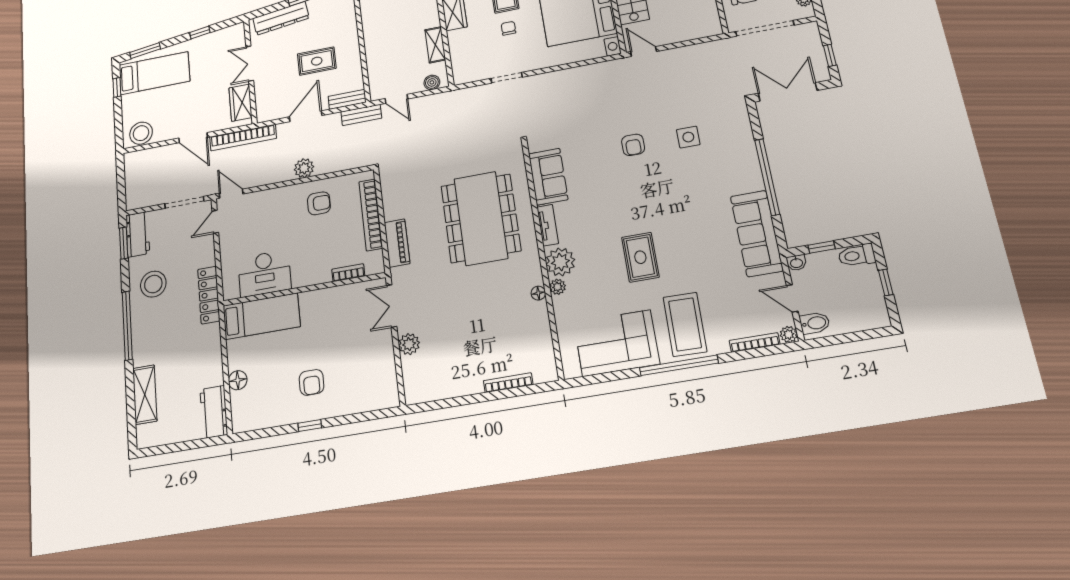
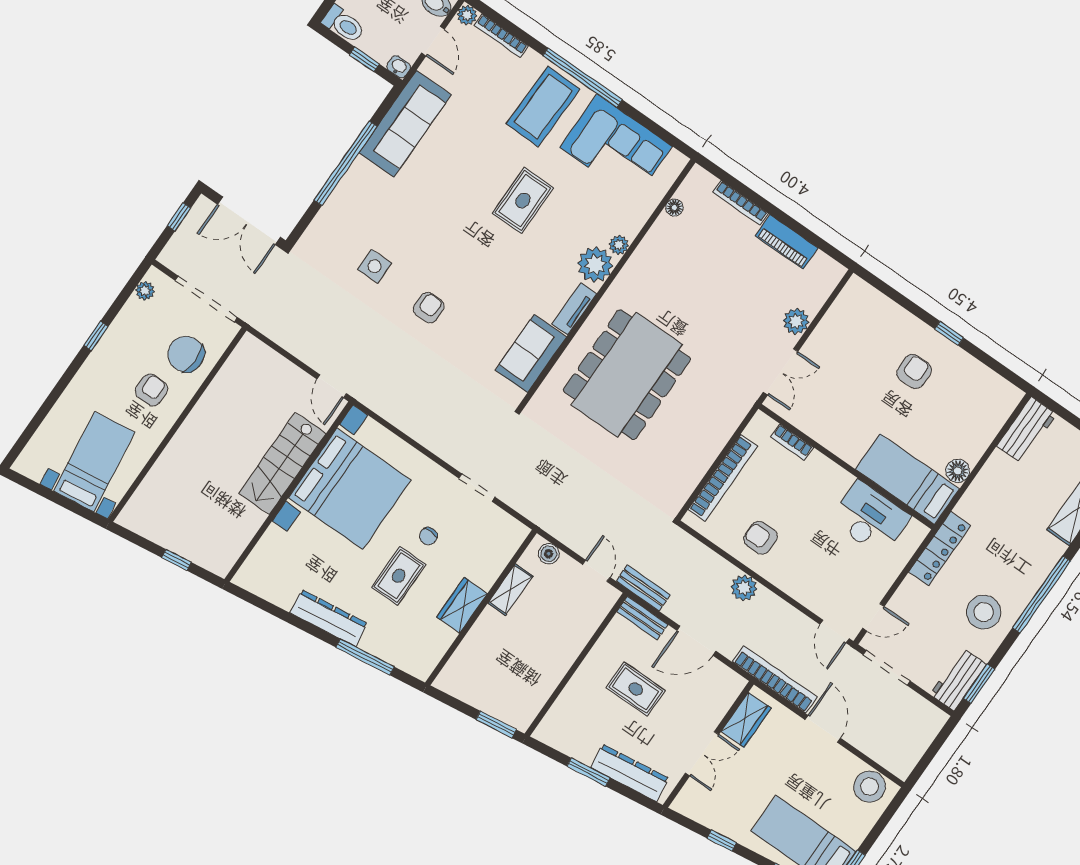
piano: (397, 243) -> (787, 242), moved, turned -90
floor lamp: (538, 293) -> (674, 208), moved
floor lamp: (238, 380) -> (958, 471), moved

